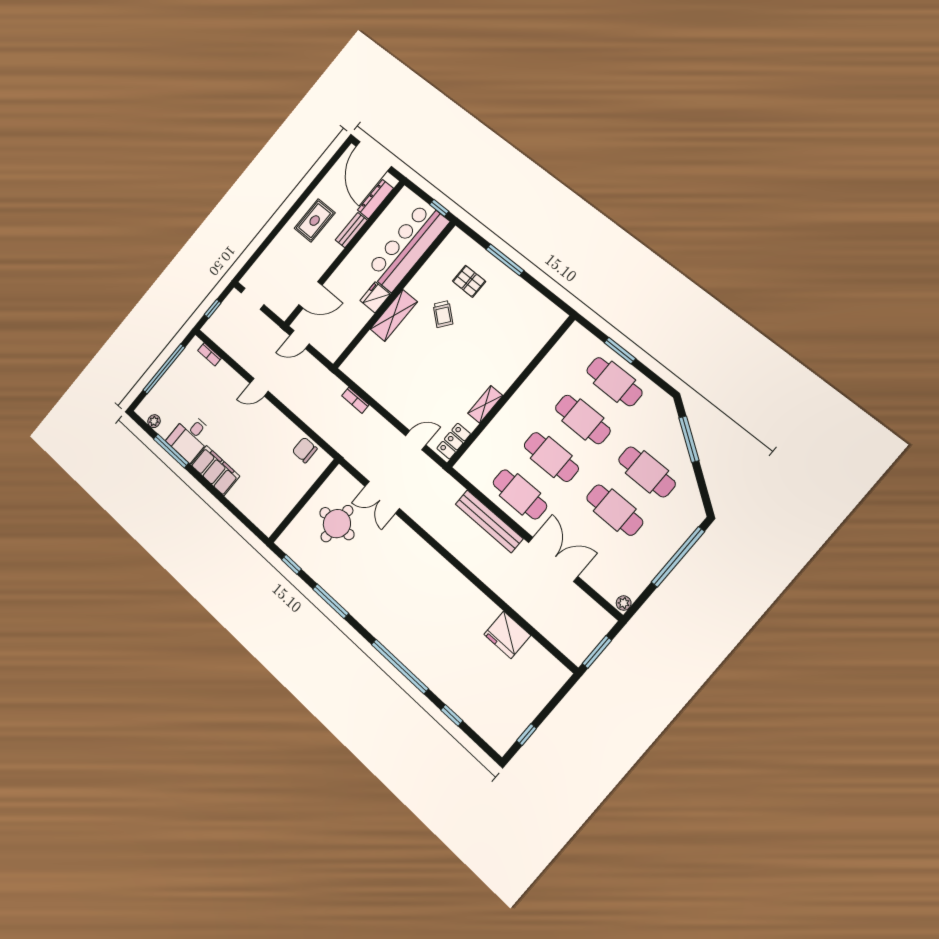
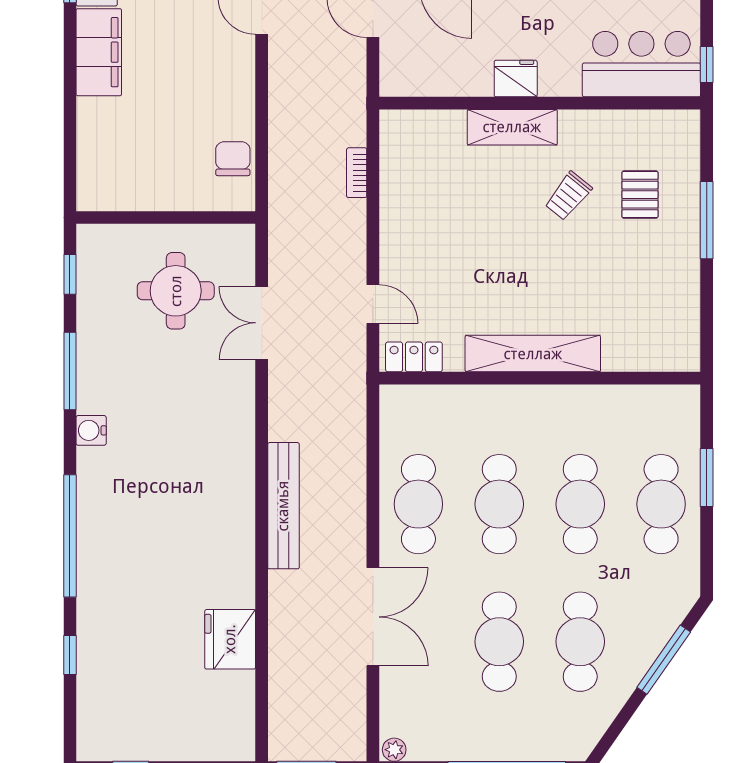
bar counter: (407, 246) -> (641, 64), width x0.73
shelving: (485, 404) -> (533, 354), width x2.20, depth x1.33
bench: (489, 521) -> (283, 506), moved
water cooler: (363, 615) -> (91, 430), added

